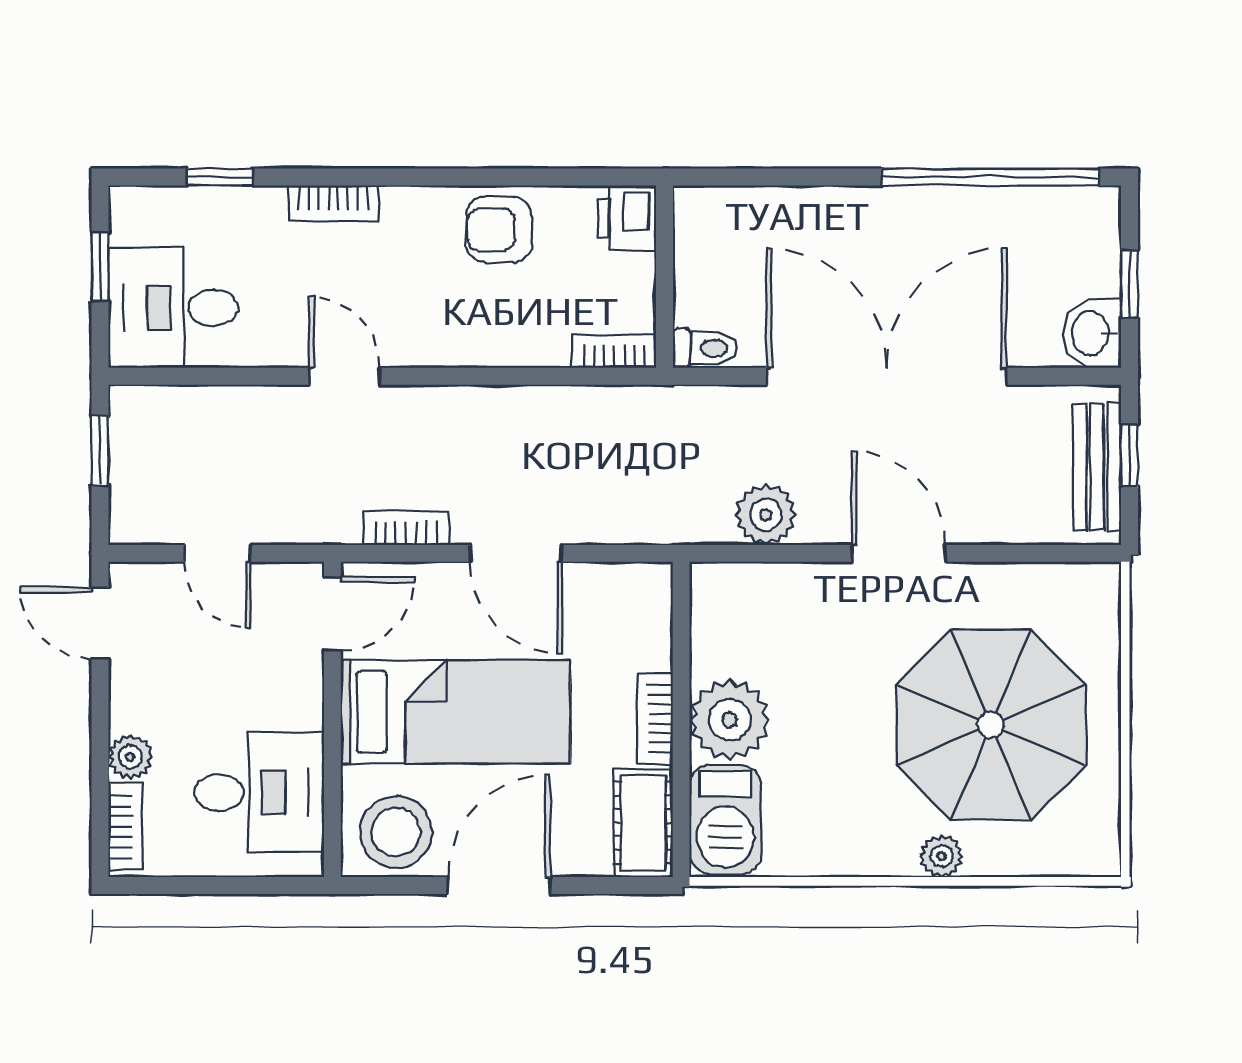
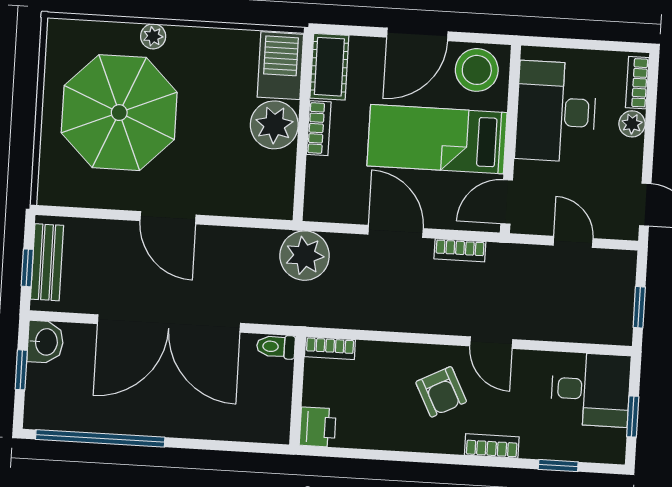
armchair: (499, 230) -> (441, 392), moved, turned 63
plant: (766, 515) -> (305, 256), moved, width x1.36, depth x1.36
desk: (259, 793) -> (556, 112), width x1.37

